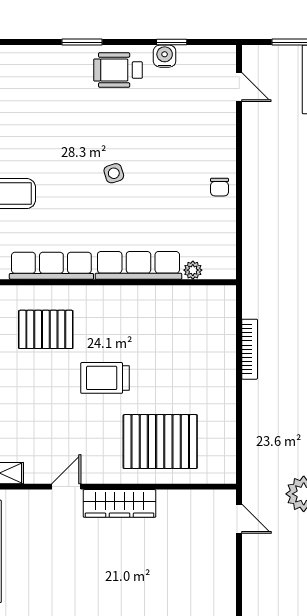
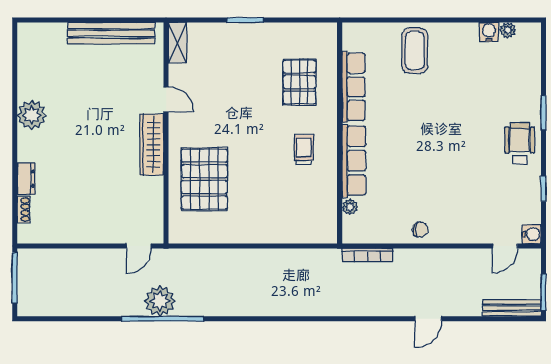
water cooler: (165, 56) -> (532, 234), moved
side table: (114, 173) -> (432, 140), removed
chair: (219, 187) -> (420, 229), turned 180
bookcase: (250, 349) -> (367, 255), moved
trolley: (105, 378) -> (304, 150), moved, width x0.73, depth x0.72

